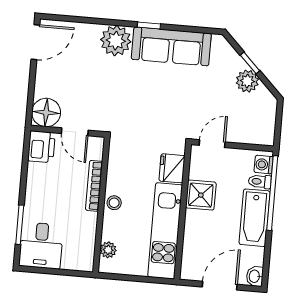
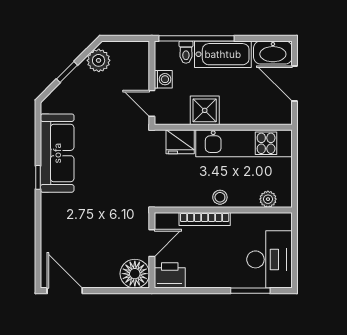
plant: (116, 41) -> (56, 210), removed
plant: (247, 81) -> (99, 60), moved
washing machine: (264, 165) -> (163, 79), moved, turned -90
desk: (41, 245) -> (269, 259), width x1.37
washbasin: (255, 276) -> (273, 52), width x1.91, depth x1.45

